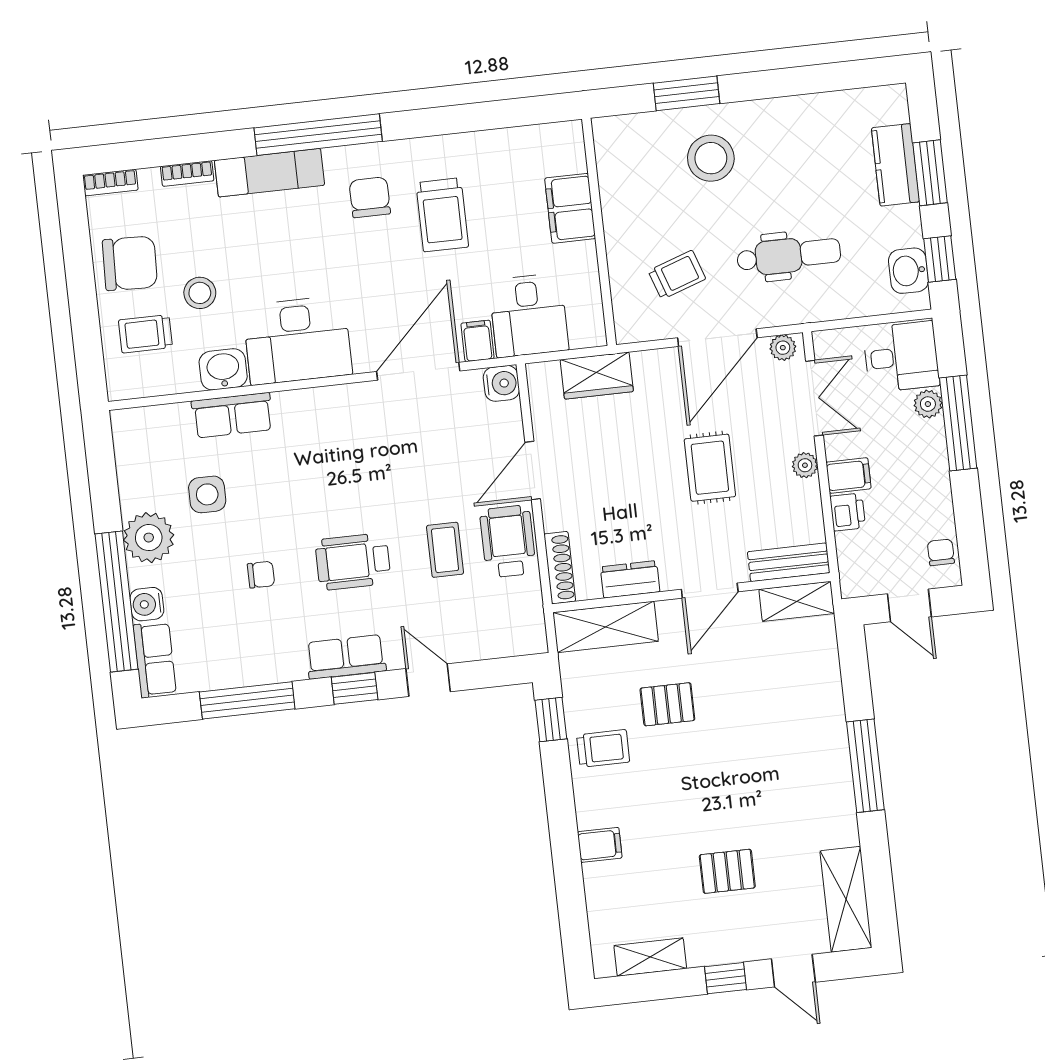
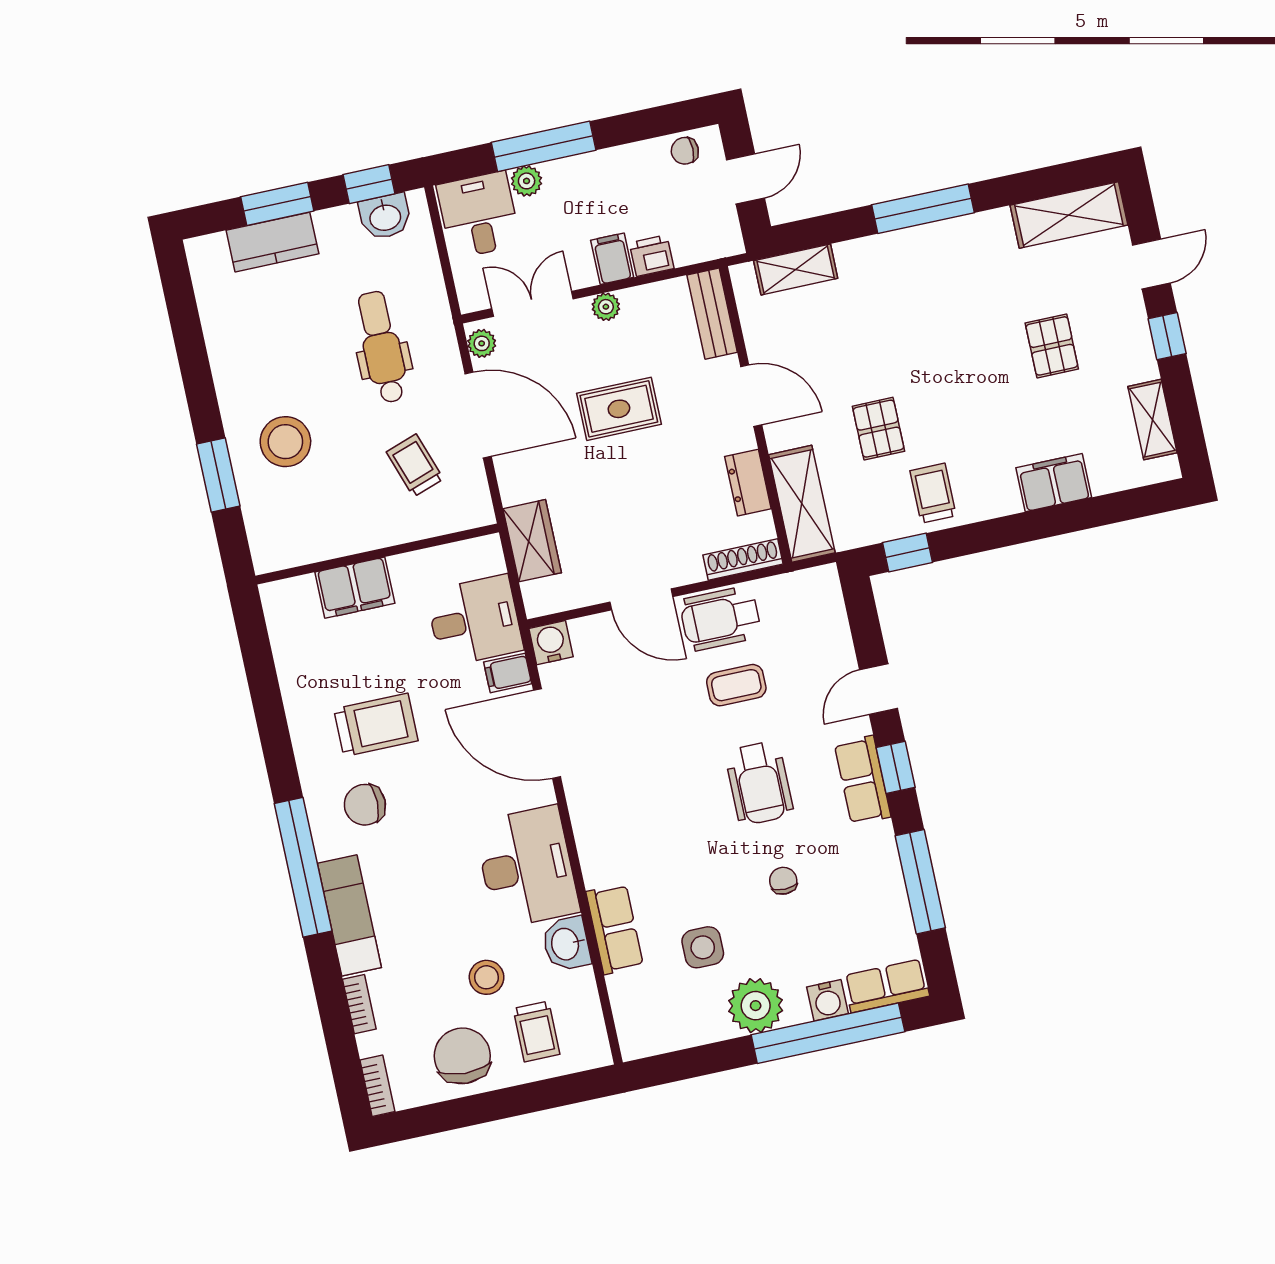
shelving: (797, 601) -> (796, 270), moved, turned 90
filing cabinet: (600, 845) -> (1054, 483), width x2.00

